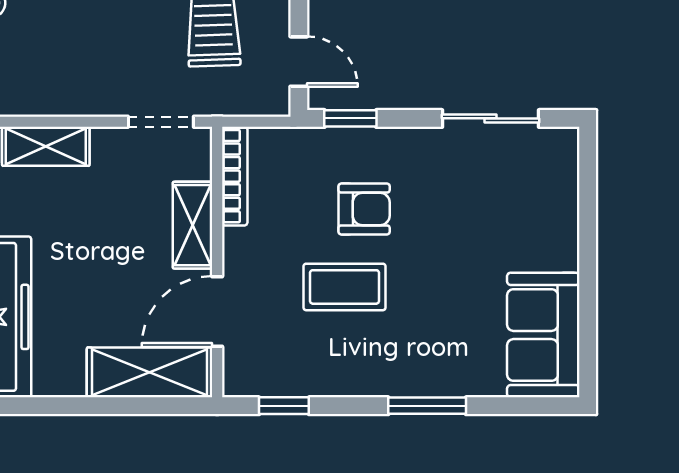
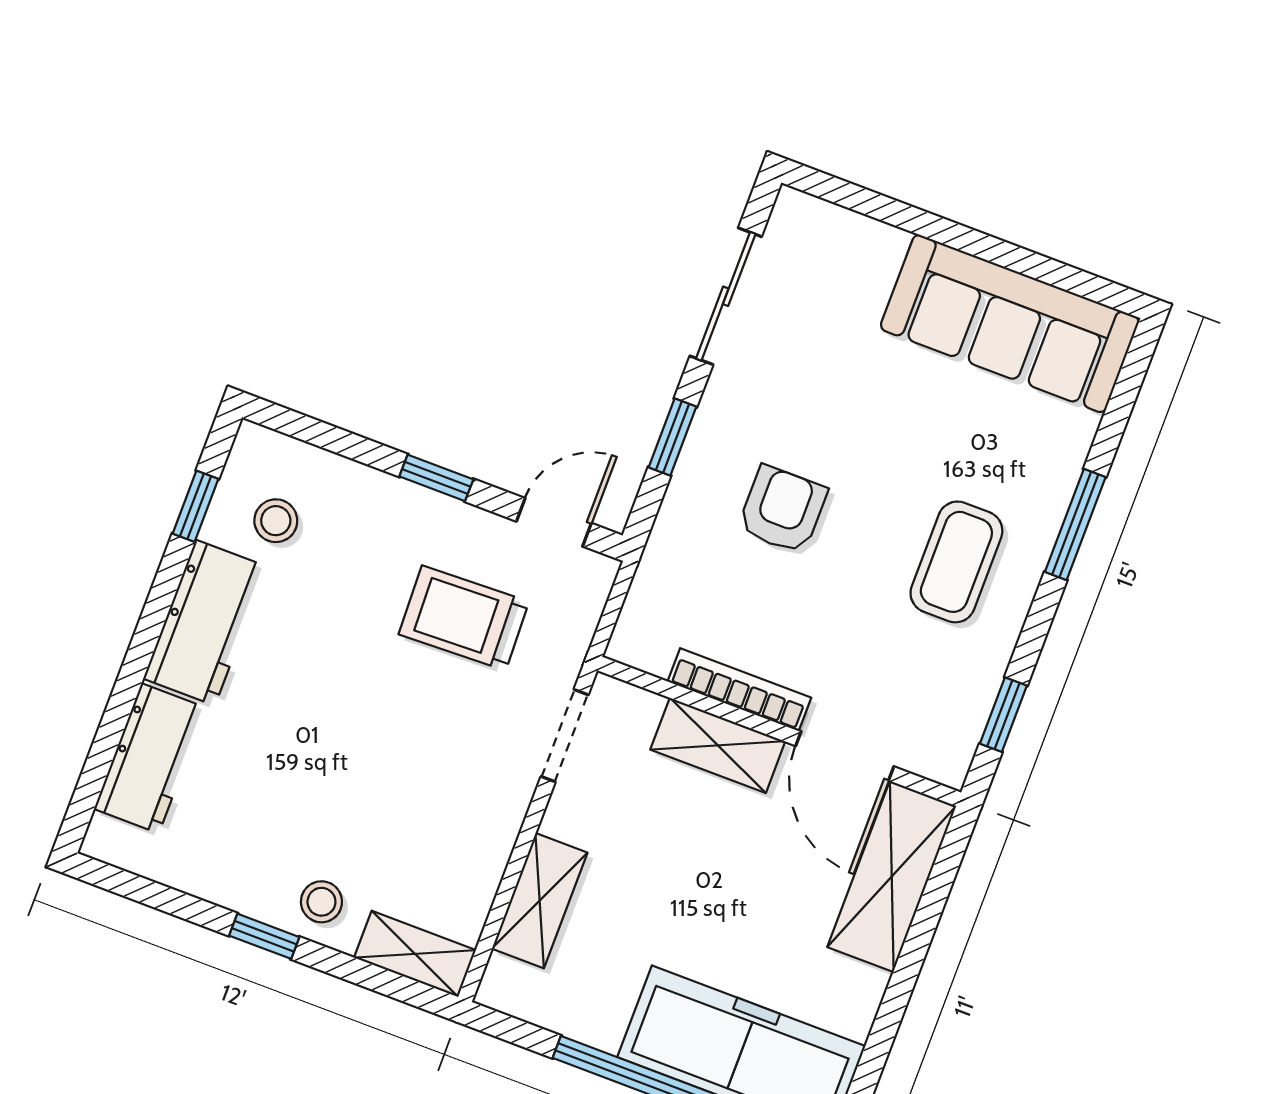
window: (350, 118) -> (672, 437), moved
bookcase: (235, 176) -> (739, 690), moved
coffee table: (345, 287) -> (956, 562), moved
sofa: (543, 335) -> (1010, 324), width x1.36

